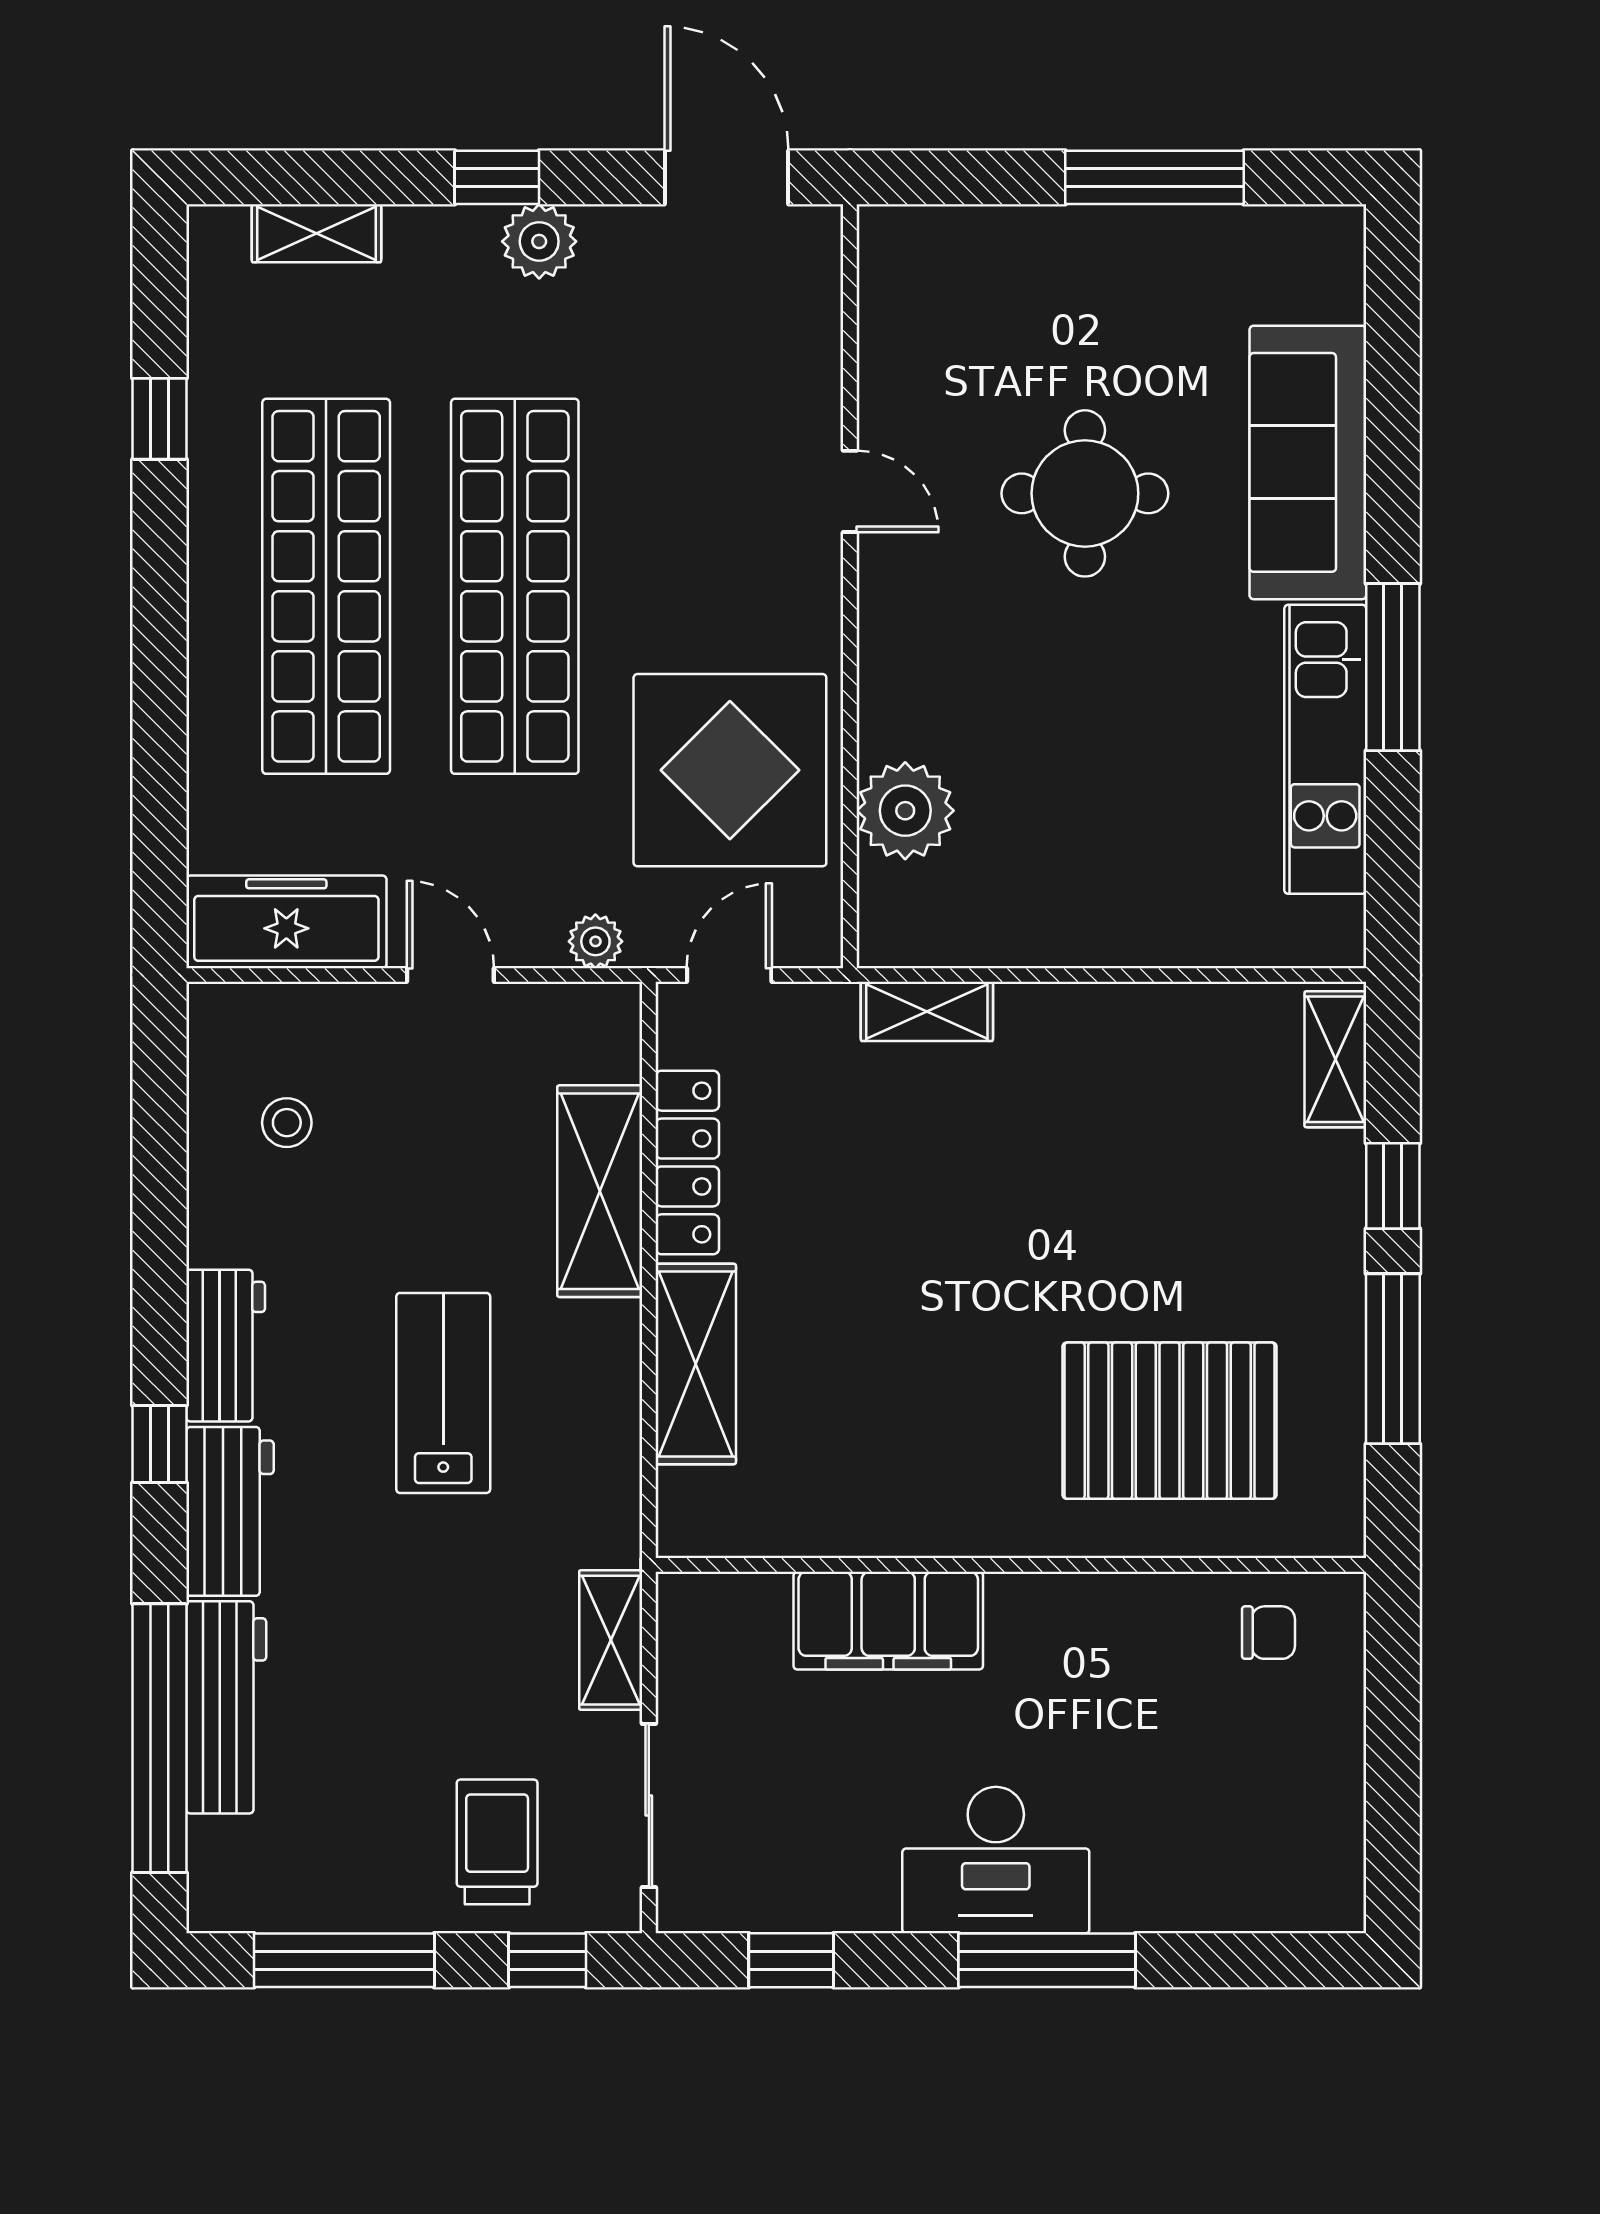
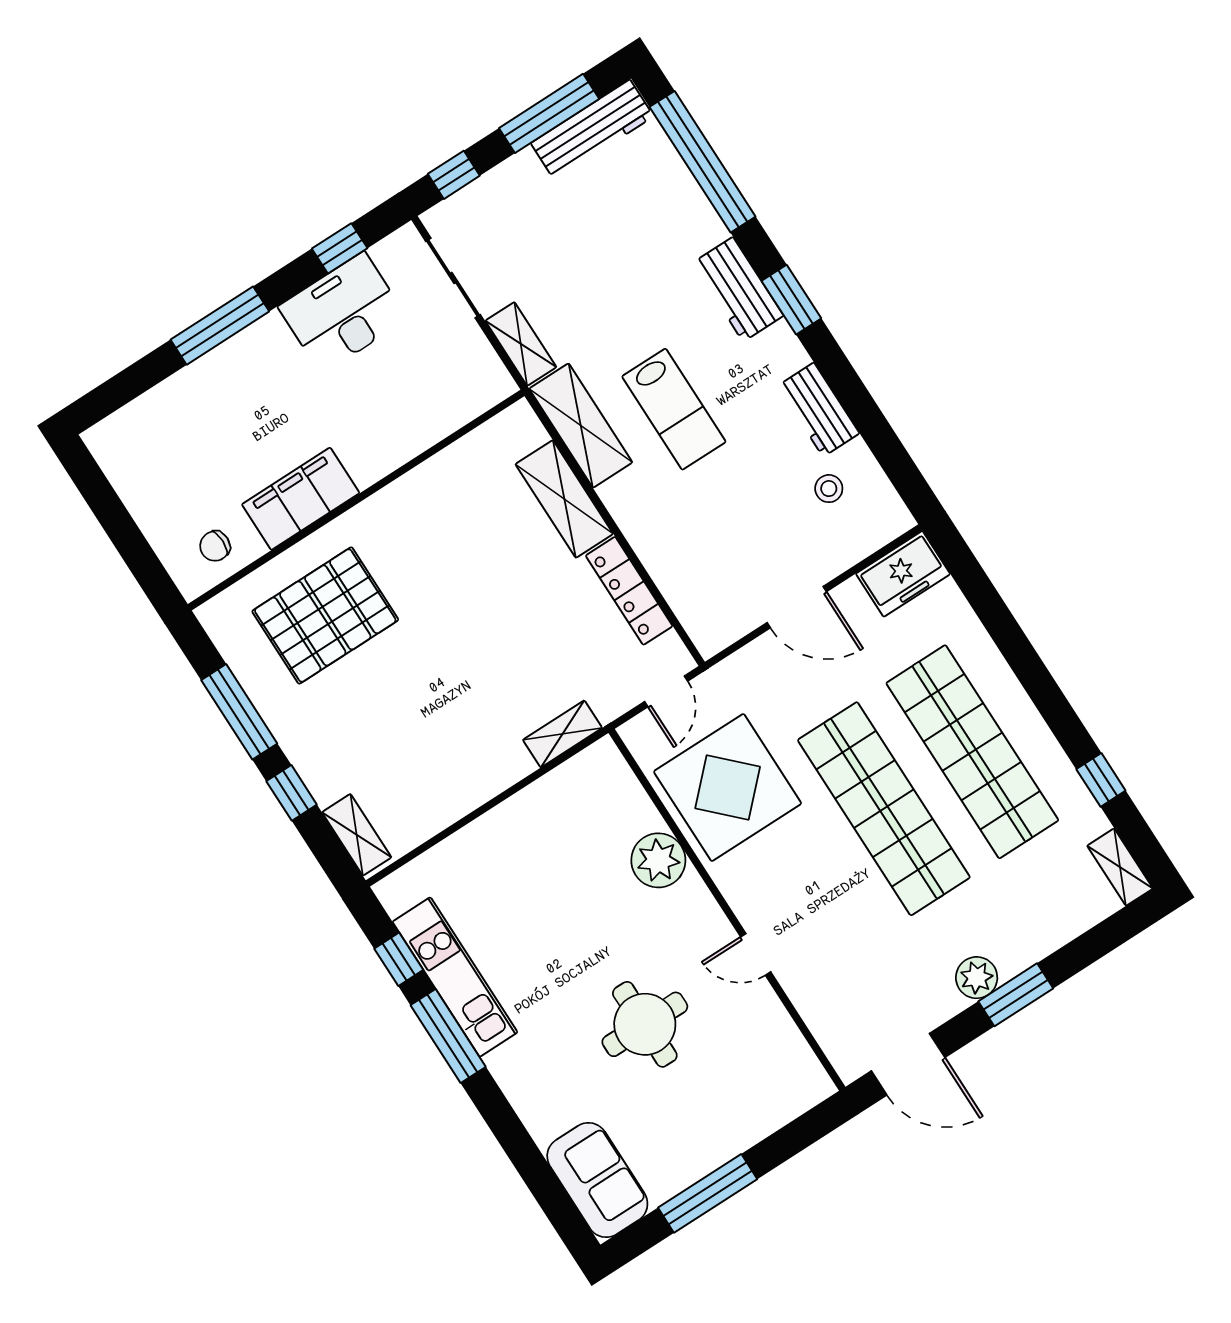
window: (497, 177) -> (1016, 995), width x1.50
shelving: (316, 233) -> (1120, 867), moved, turned 90
sofa: (1308, 462) -> (597, 1180), moved, width x0.73
plant: (905, 811) -> (658, 860), moved
window: (1393, 831) -> (399, 959), added
freezer: (286, 922) -> (903, 574), width x0.71
plant: (595, 941) -> (739, 667), removed
door: (450, 975) -> (797, 607), width x1.38
shelving: (600, 1191) -> (581, 426), moved
workbench: (226, 1346) -> (818, 410), moved
window: (160, 1444) -> (791, 300), width x1.50
filing cabinet: (888, 1621) -> (301, 499), moved
workbench: (226, 1707) -> (592, 130), moved, turned -90
trolley: (497, 1842) -> (513, 215), removed
desk: (996, 1860) -> (343, 313), moved

